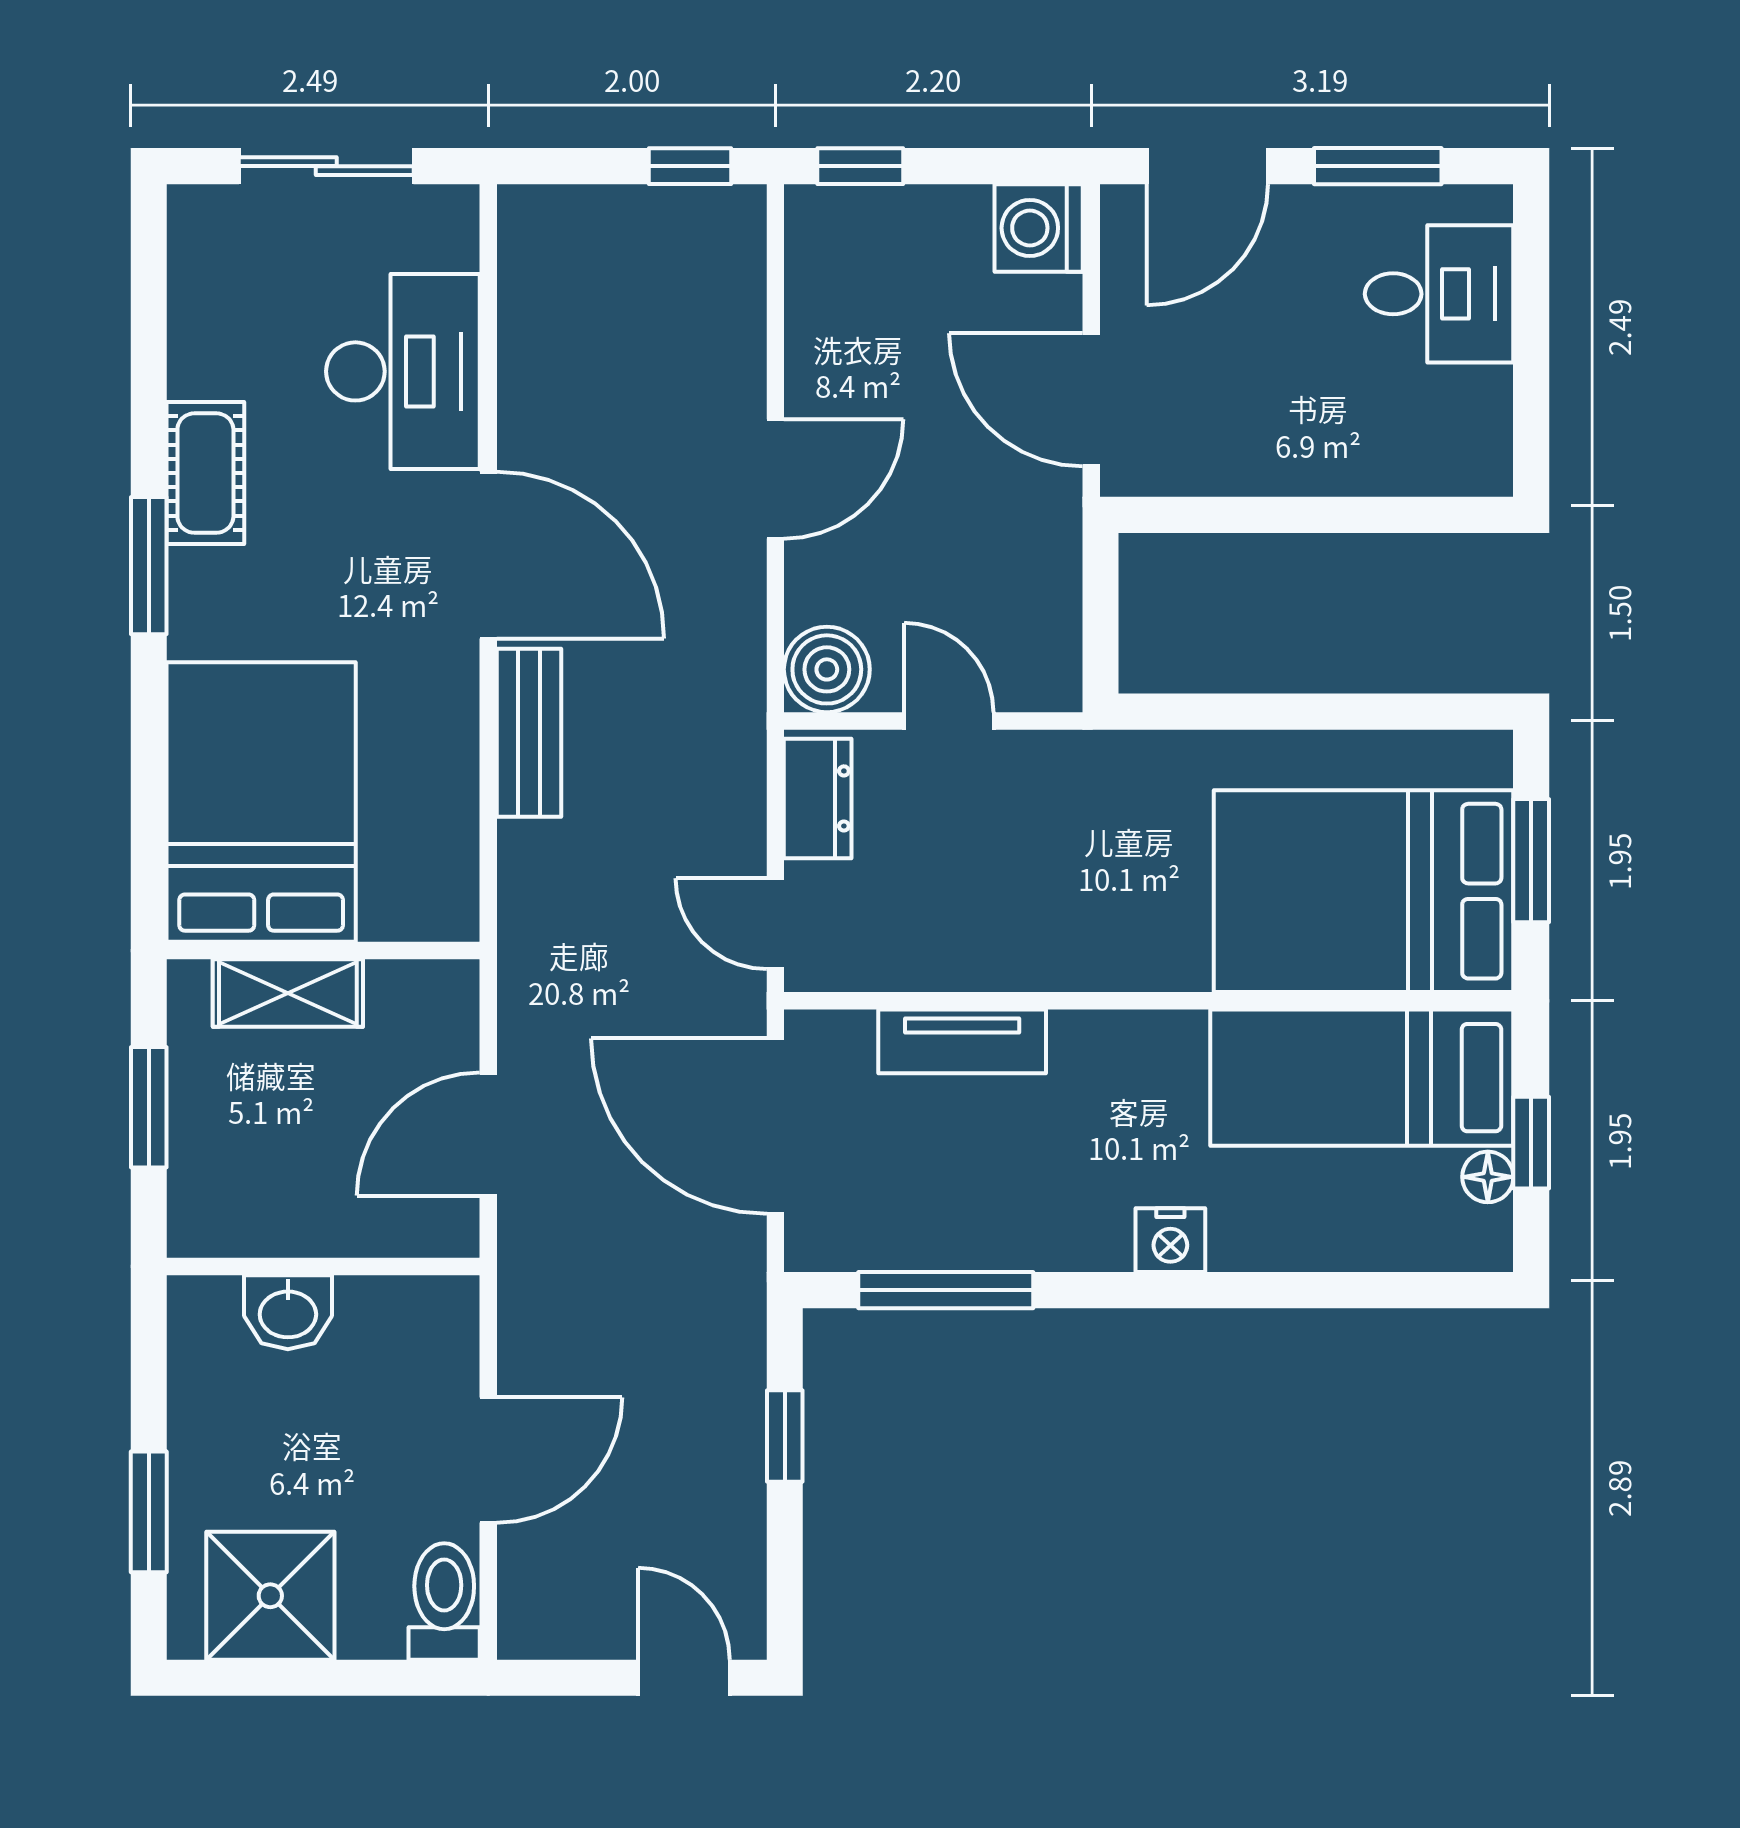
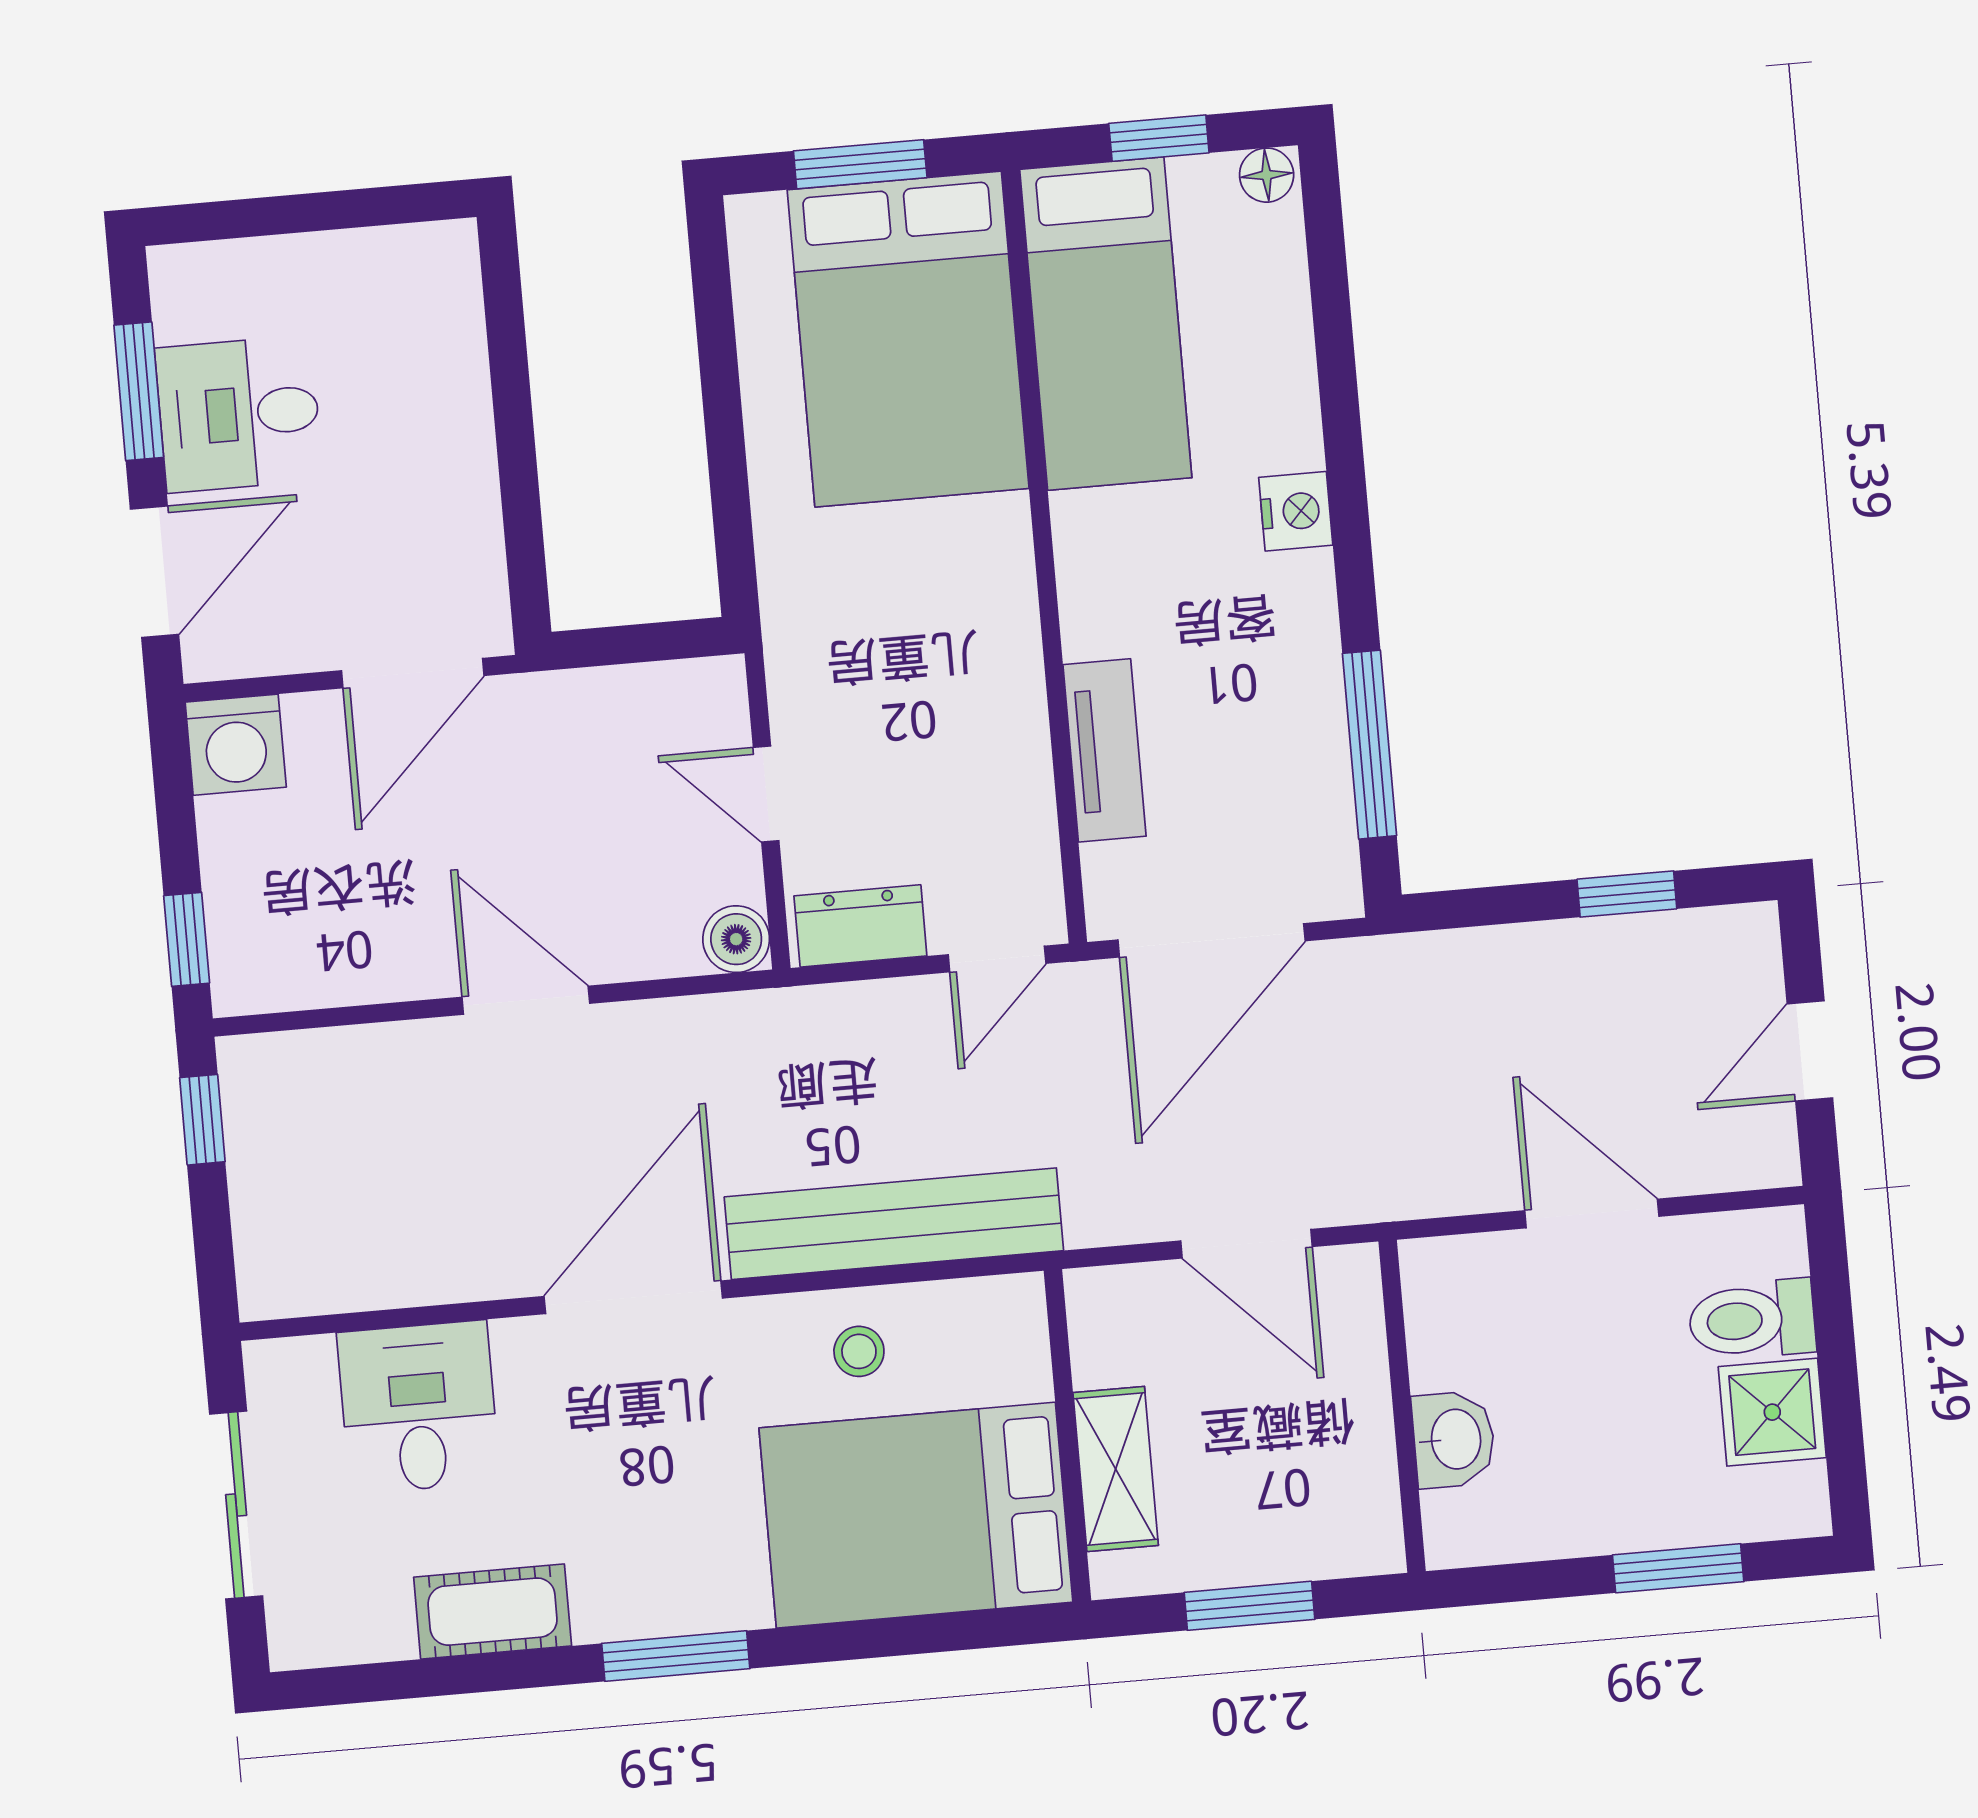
door: (1207, 166) -> (154, 572), hinge flipped
desk: (1439, 294) -> (239, 414), moved, turned -90
desk: (403, 371) -> (419, 1407), width x0.73
cot: (205, 473) -> (493, 1612), moved
boiler: (827, 669) -> (736, 939), width x0.73, depth x0.73
door: (949, 721) -> (766, 794), hinge flipped
bench: (529, 733) -> (894, 1224), width x1.86, depth x1.21
stool: (419, 762) -> (859, 1351), added
floor lamp: (1488, 1177) -> (1267, 175), moved
window: (785, 1436) -> (1627, 894), moved
shower: (270, 1596) -> (1772, 1412), width x0.73, depth x0.73
toilet: (444, 1601) -> (1752, 1320), moved
door: (684, 1678) -> (1810, 1051), moved

